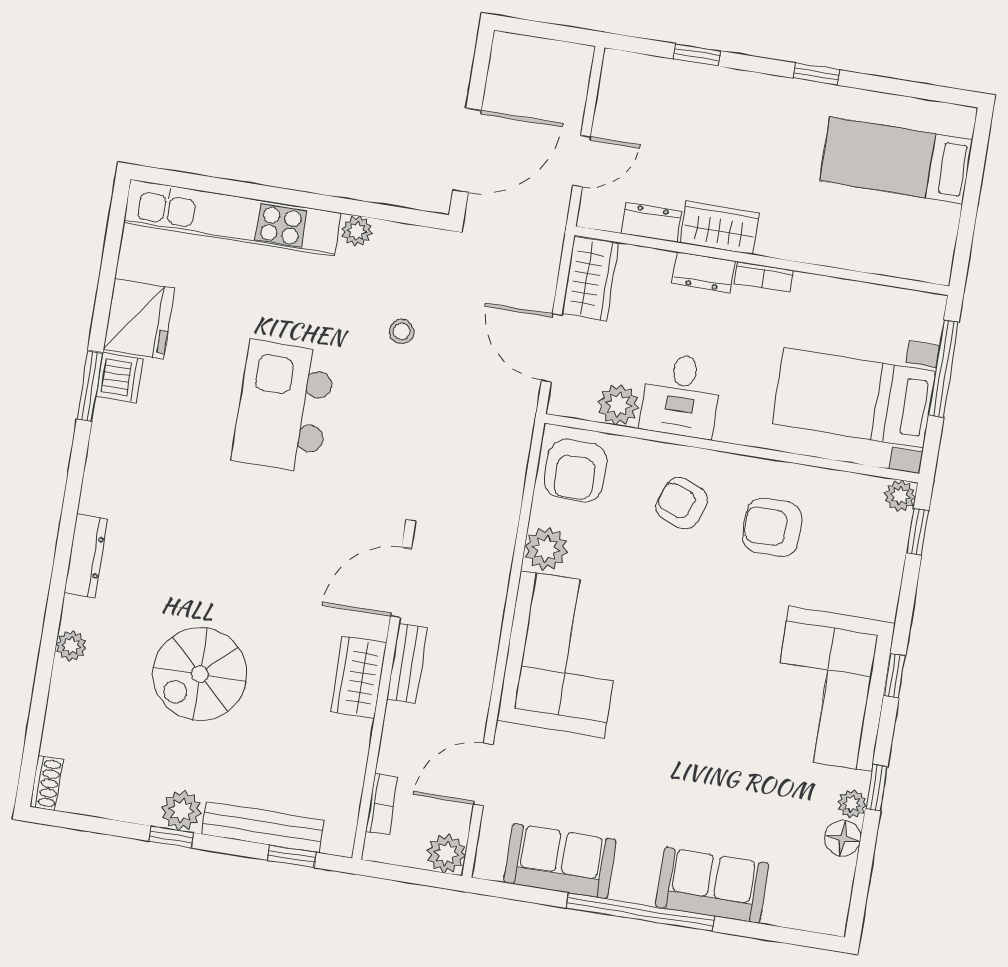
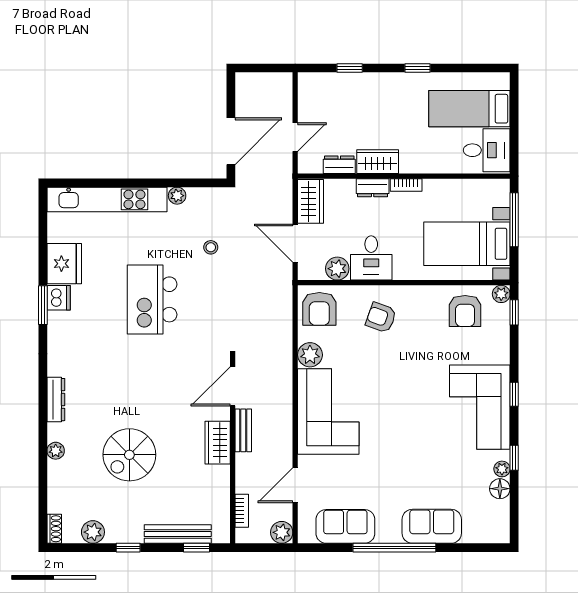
desk: (915, 238) -> (487, 150), added
armchair: (772, 527) -> (465, 311), moved, turned -90
plant: (182, 810) -> (93, 532), moved

